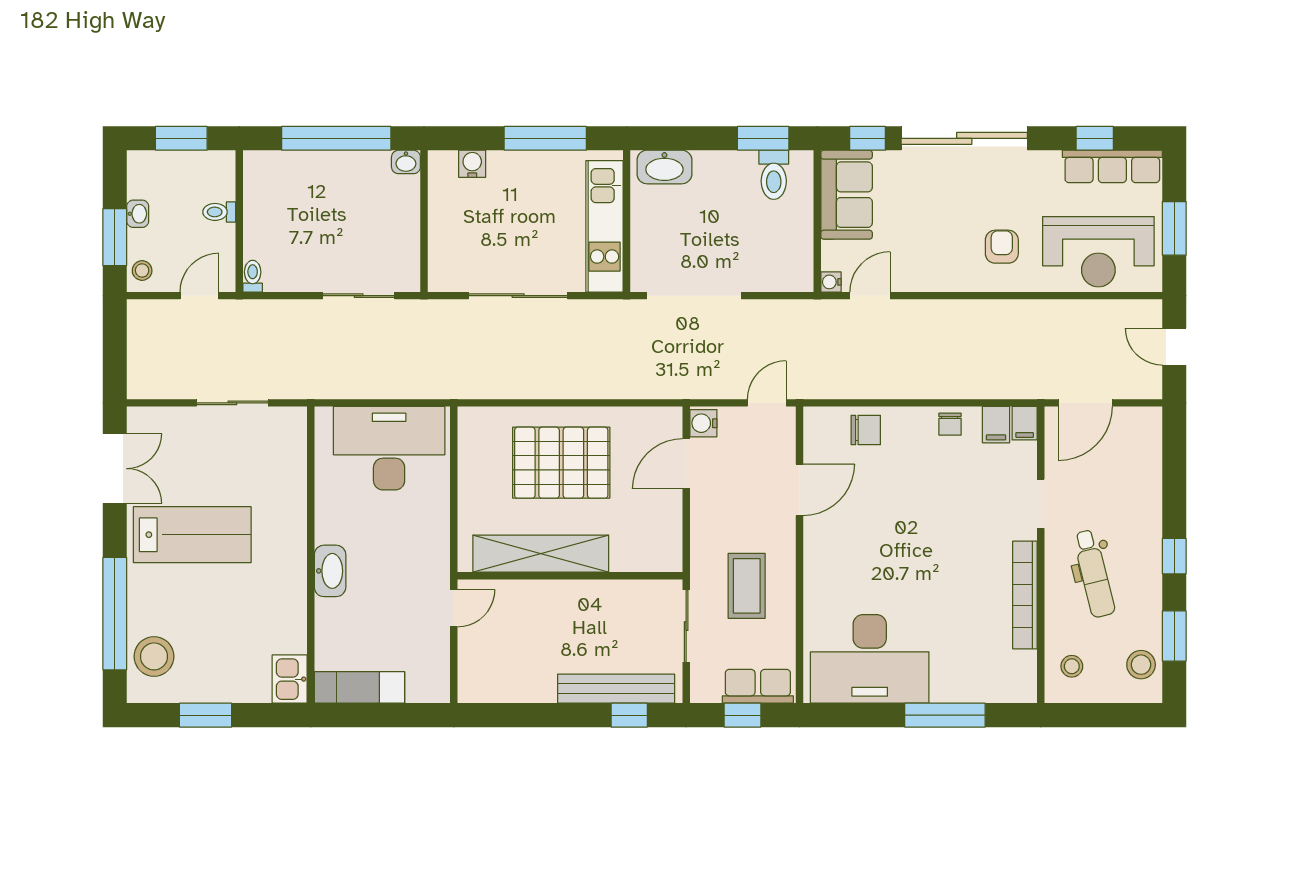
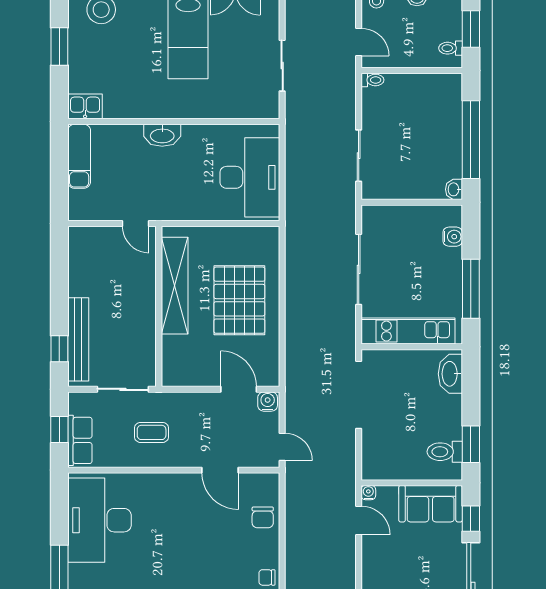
toilet: (219, 212) -> (451, 48), moved, turned -90
coffee table: (747, 586) -> (152, 432), width x0.73, depth x0.77

